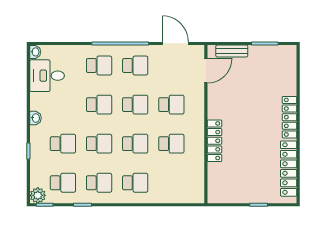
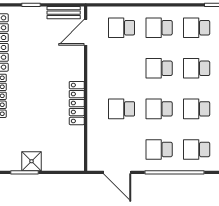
bench: (232, 51) -> (64, 13), moved
shower: (258, 54) -> (32, 161), added
door: (206, 71) -> (86, 32), moved
locker: (214, 141) -> (77, 103), moved
school desk: (171, 144) -> (122, 28), moved

